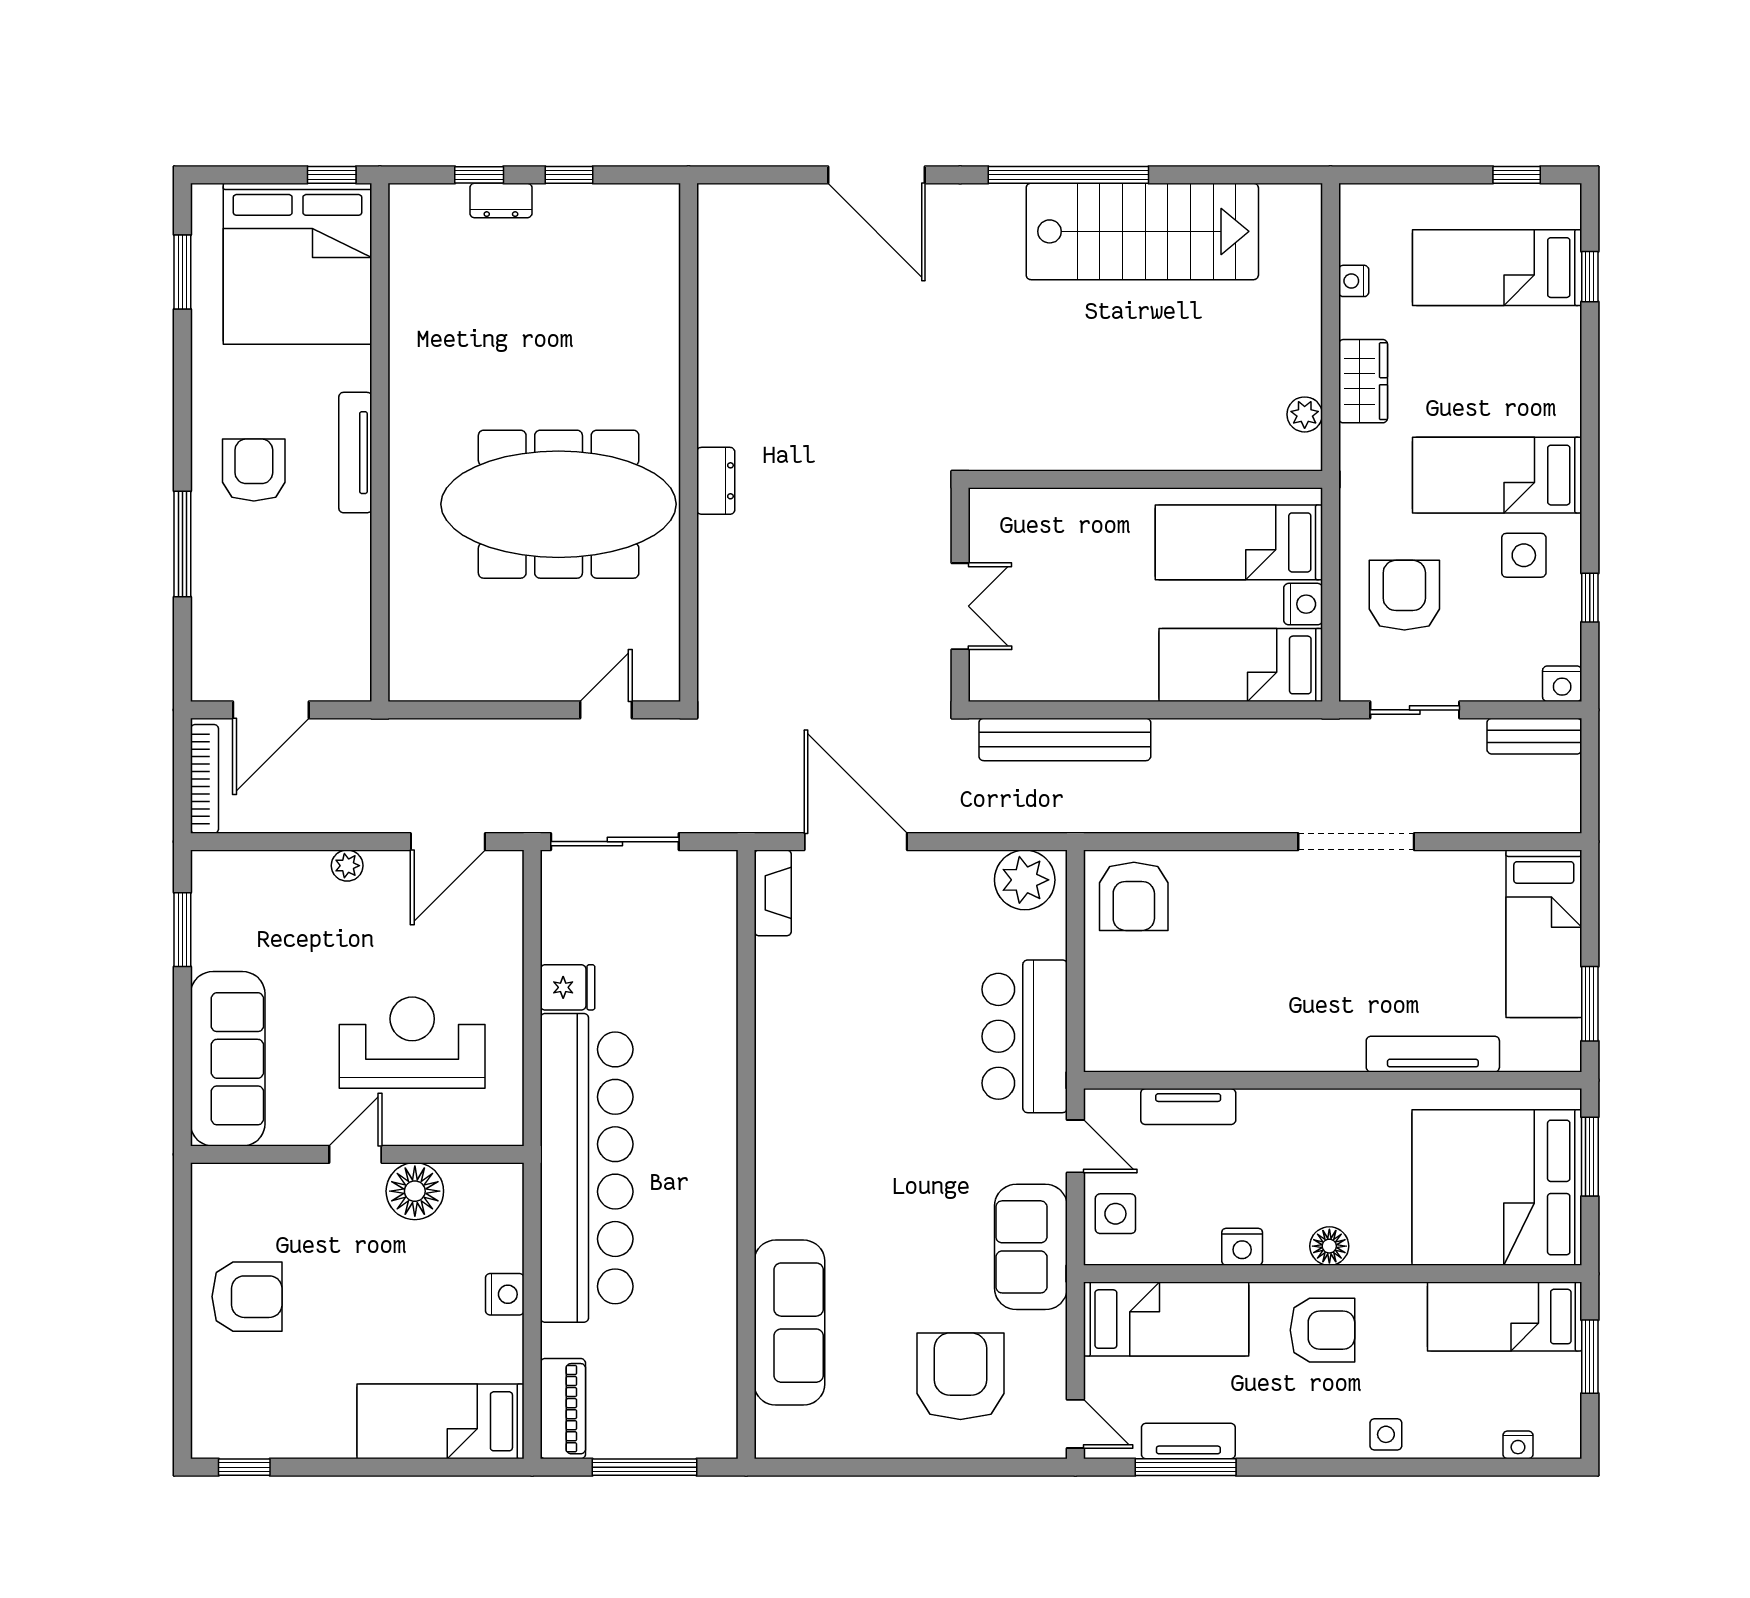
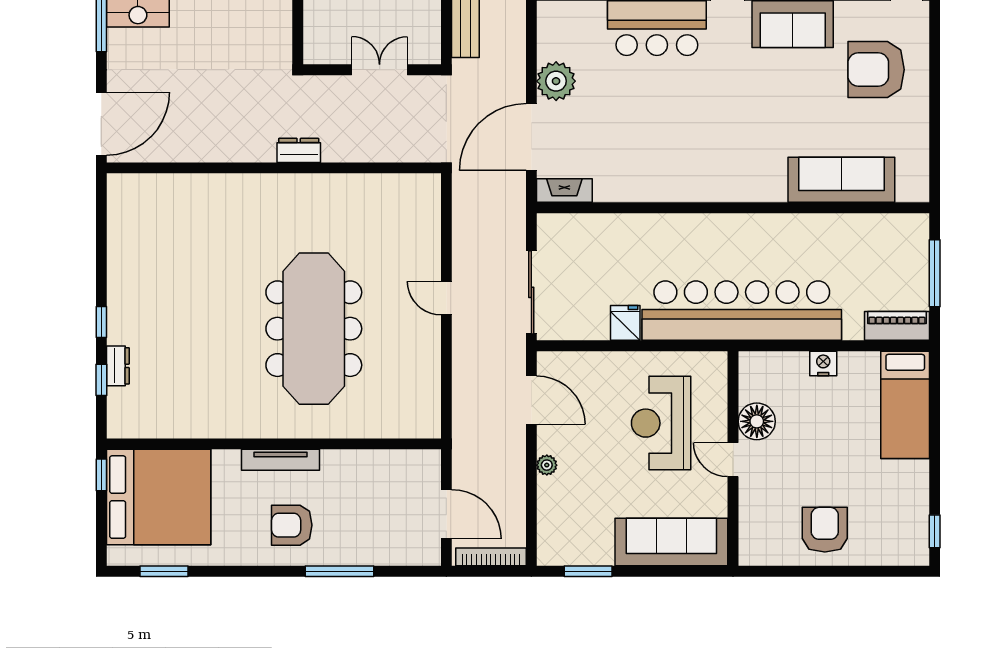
wall: (689, 442) -> (274, 168), moved
dresser: (716, 481) -> (299, 150), moved
plant: (1025, 880) -> (556, 81), moved

